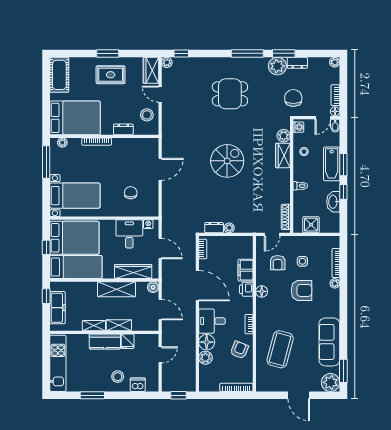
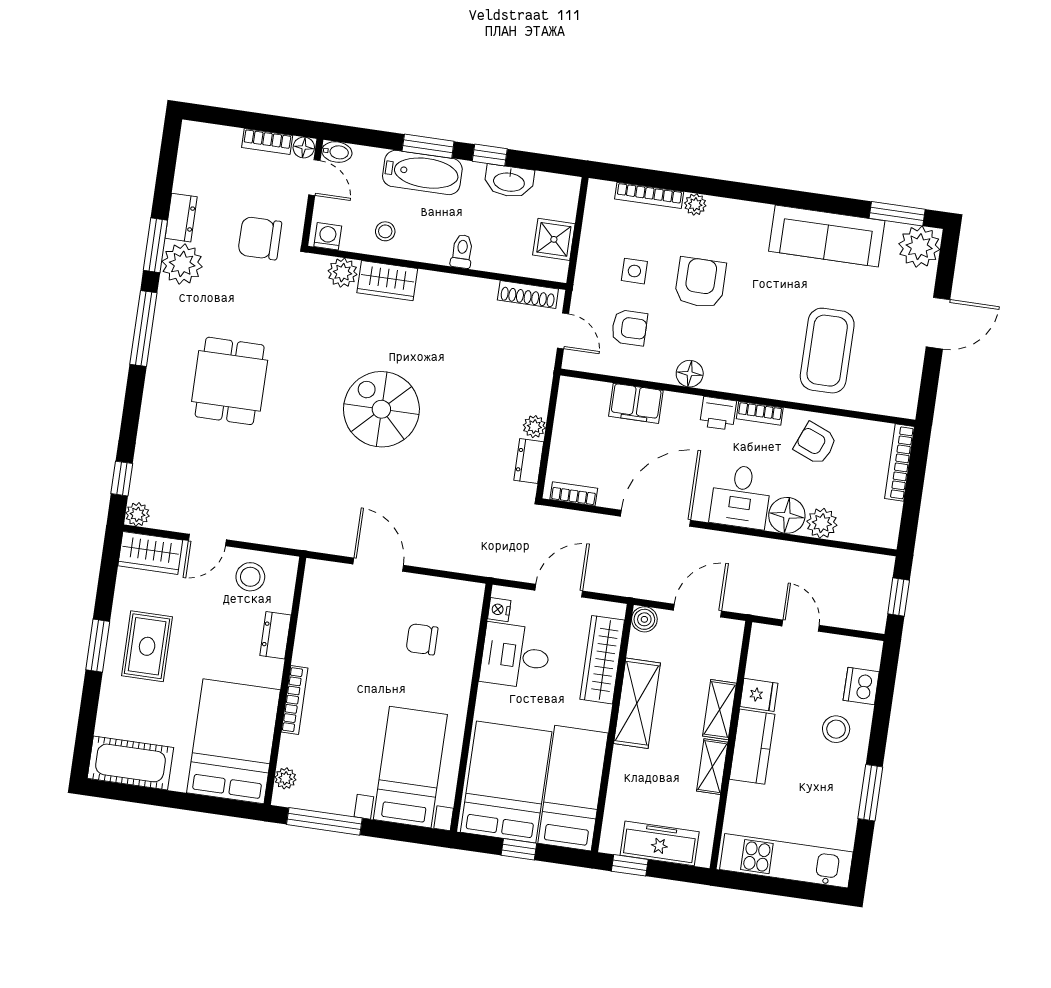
plant: (335, 62) -> (192, 132), removed
printer: (246, 289) -> (718, 413), moved
coffee table: (280, 349) -> (827, 351), turned 75

